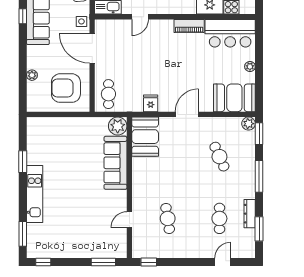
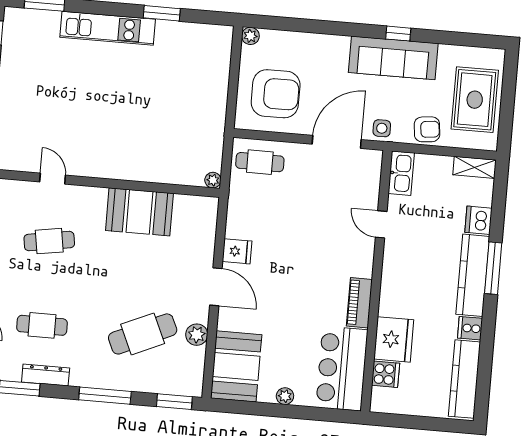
plant: (32, 75) -> (250, 36), moved
armchair: (66, 88) -> (276, 94), turned 90
fridge: (151, 103) -> (237, 251), moved
plant: (249, 124) -> (197, 335), moved
plant: (118, 126) -> (213, 180), width x0.53, depth x0.53
booth: (145, 137) -> (139, 212), moved
cafe table: (219, 157) -> (143, 334), width x1.37, depth x1.35
sofa: (115, 163) -> (147, 164), removed

